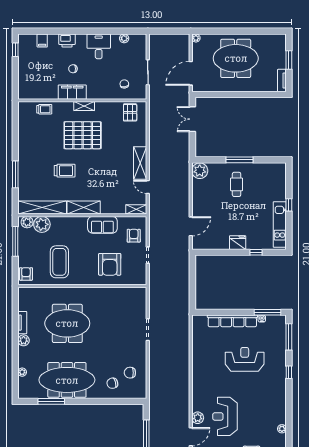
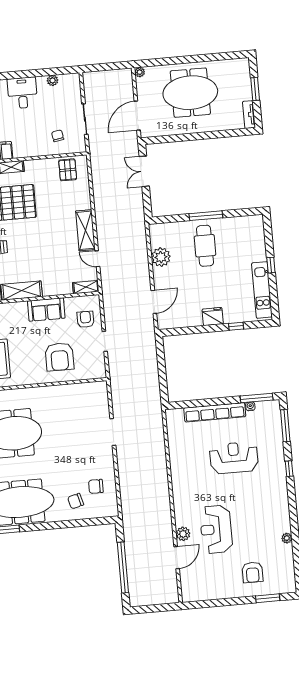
plant: (200, 171) -> (161, 257), moved
cafe table: (237, 184) -> (205, 246), width x1.37, depth x1.35

